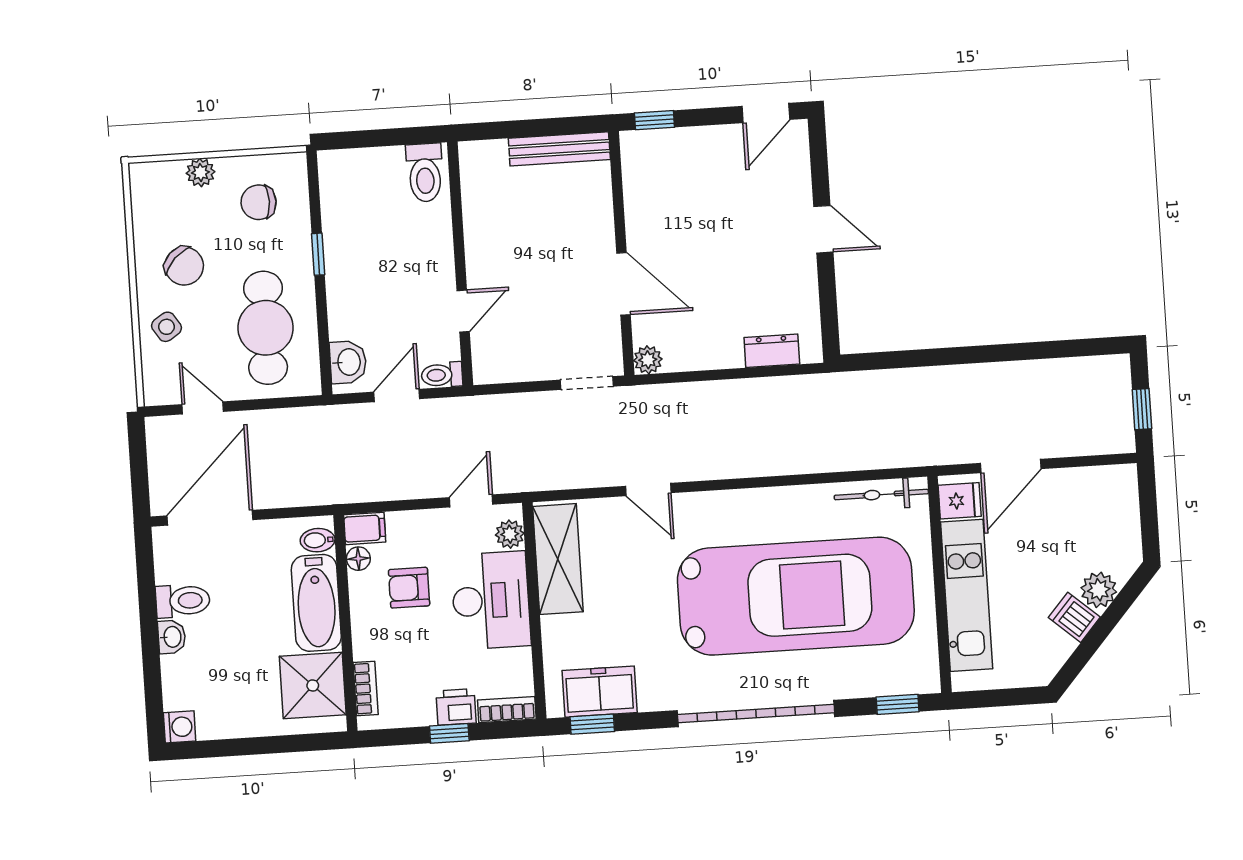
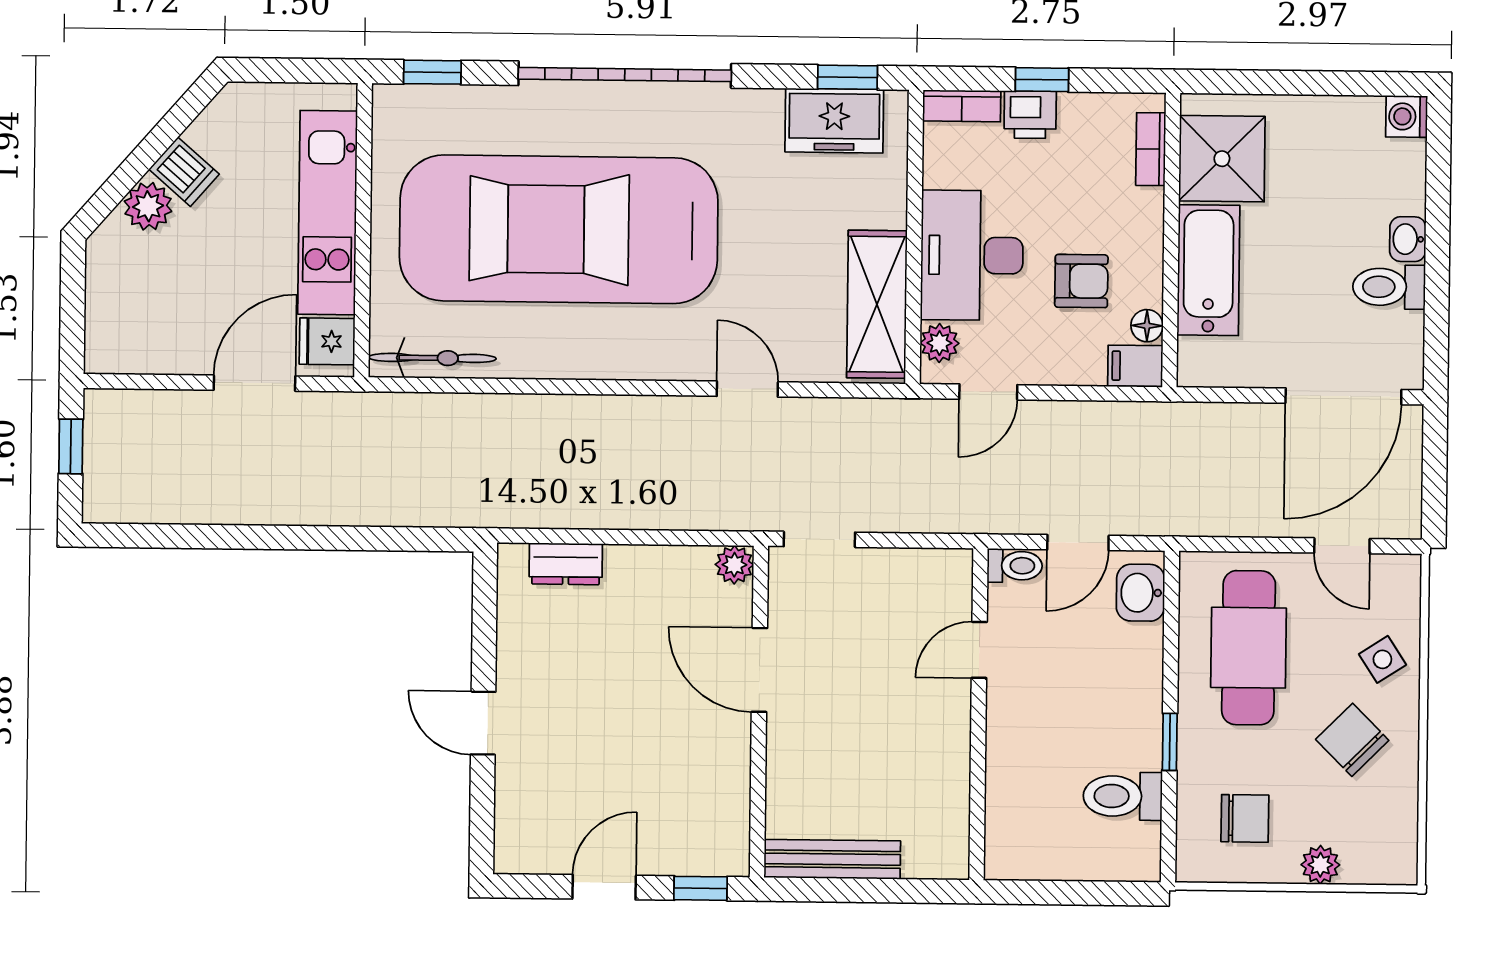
door: (766, 113) -> (604, 887), moved
toilet: (425, 173) -> (1123, 796), moved, turned -90
bidet: (318, 540) -> (1200, 355), removed

